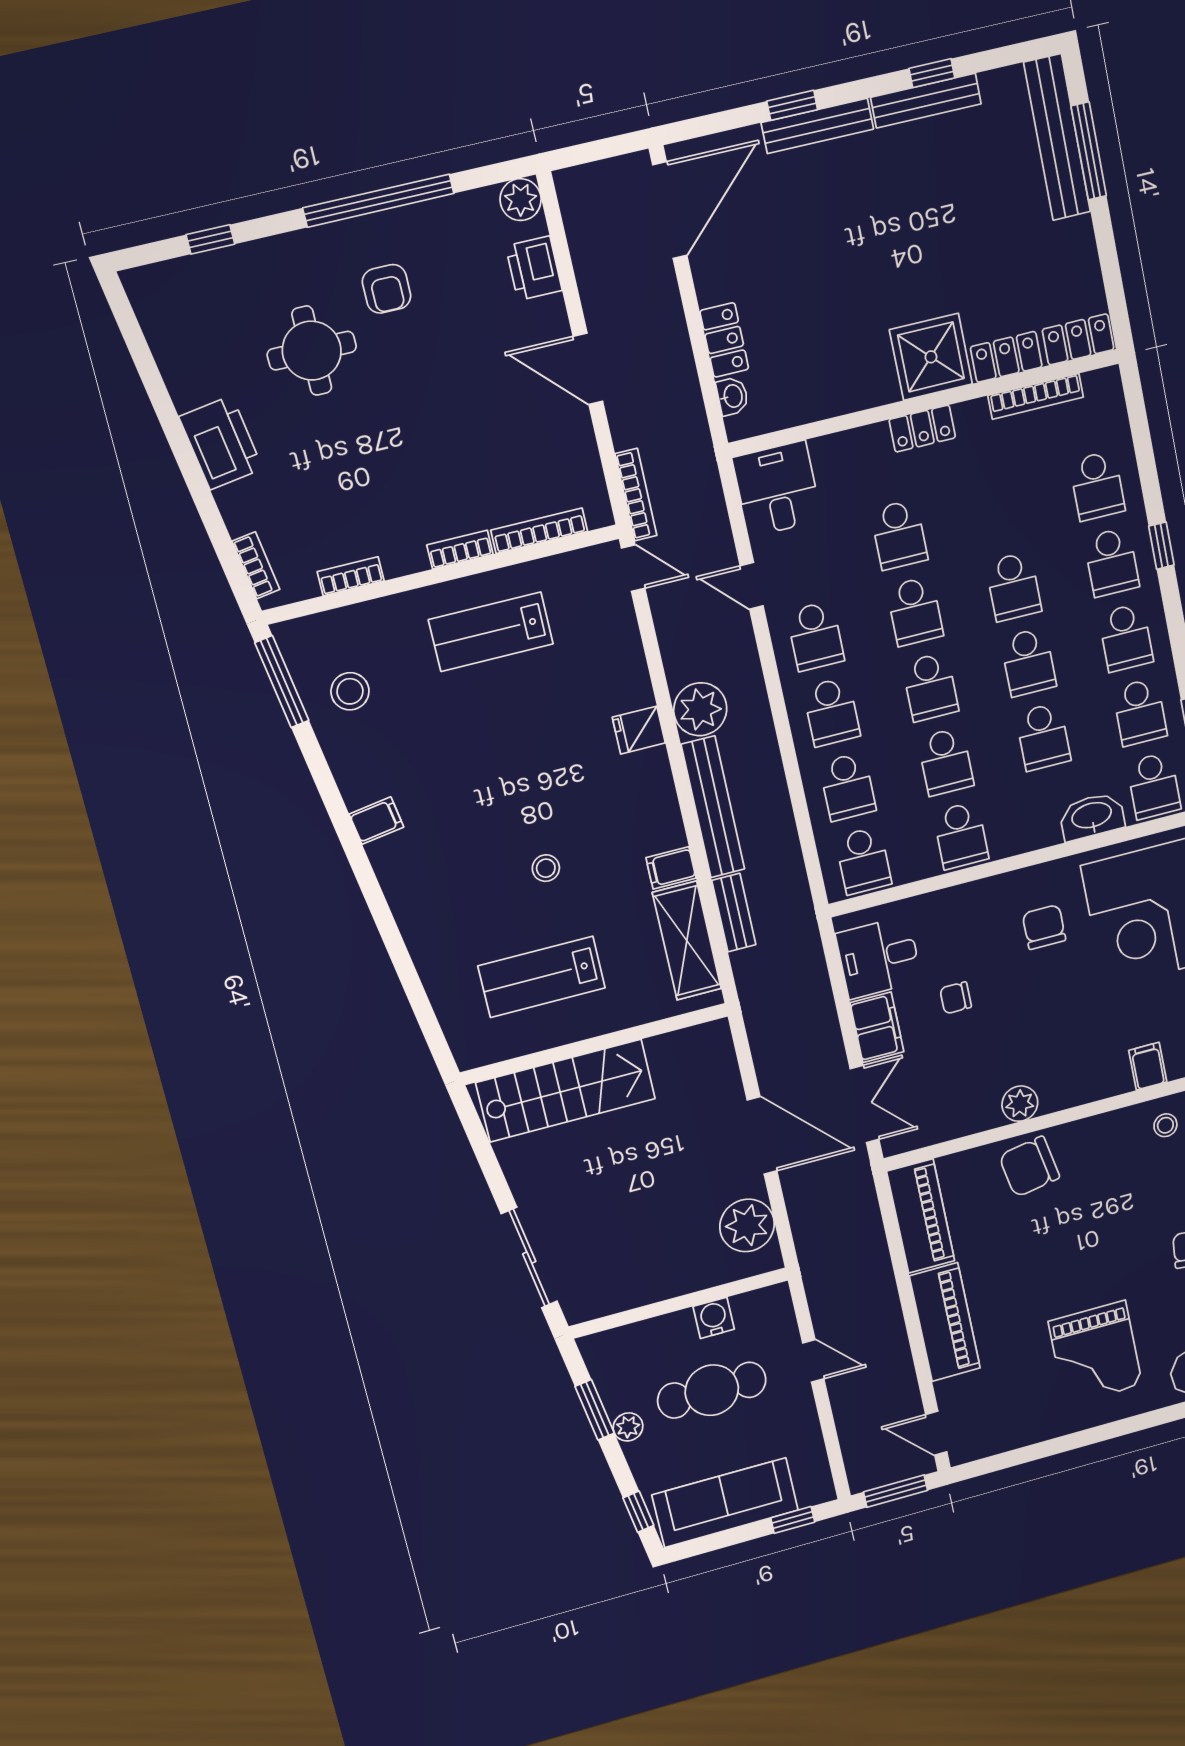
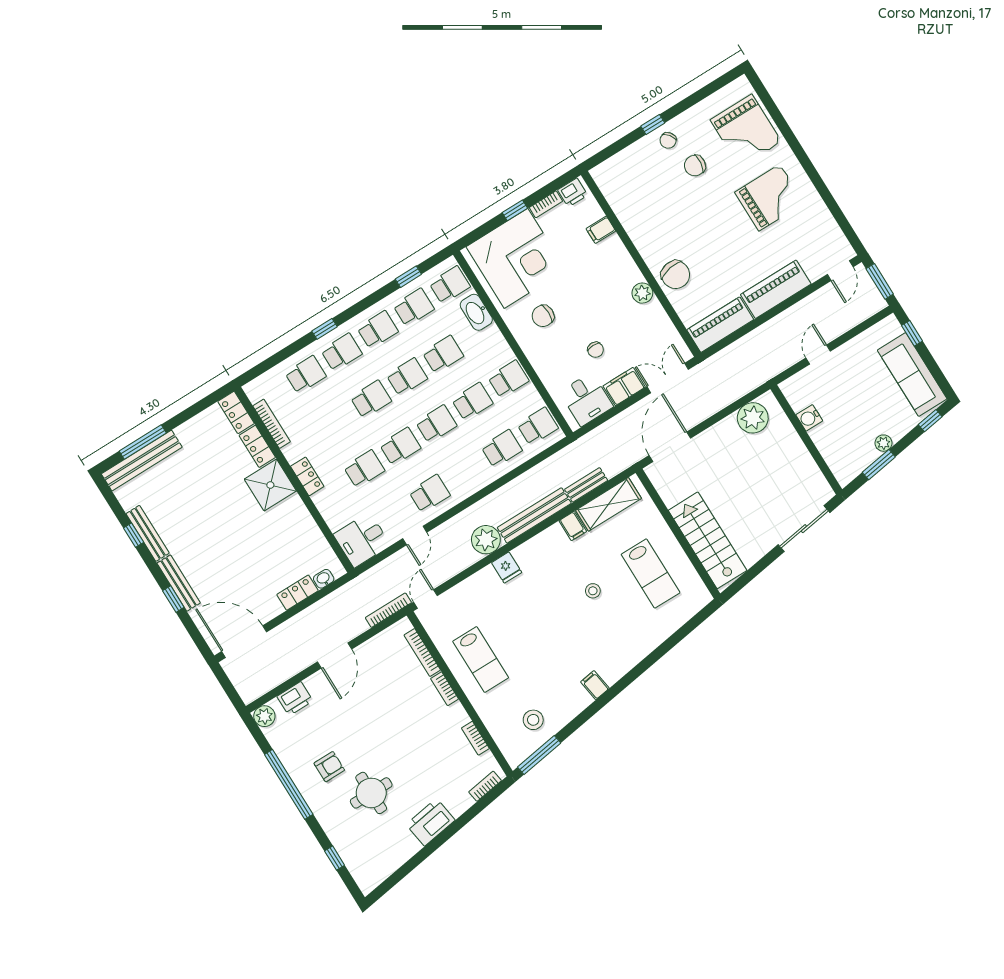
school desk: (832, 712) -> (466, 471), removed
stool: (1165, 1125) -> (630, 207), removed
door: (762, 1136) -> (670, 447), moved
cafe table: (712, 1390) -> (850, 405), removed

